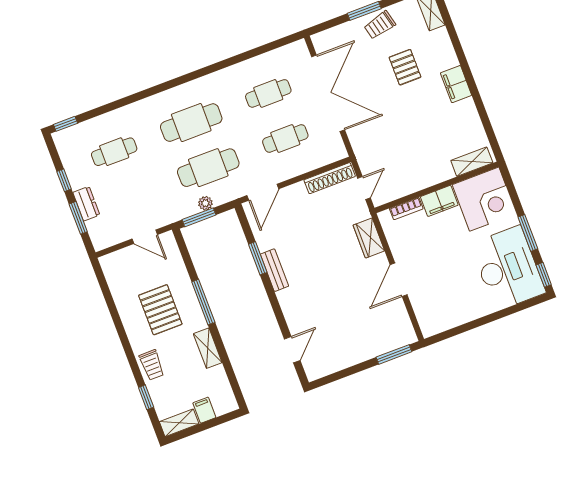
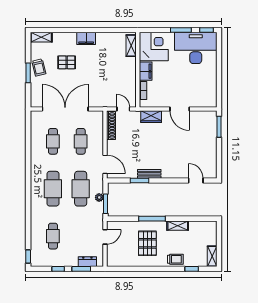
dresser: (86, 204) -> (87, 262), moved
pallet: (160, 310) -> (147, 243), turned 90
filing cabinet: (204, 410) -> (210, 240), removed

